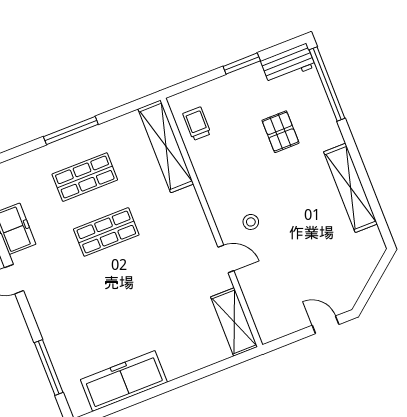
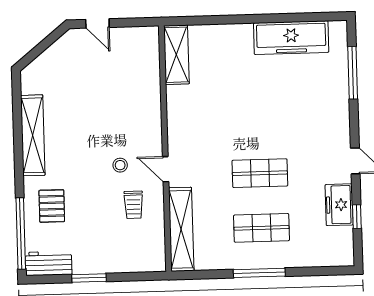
trolley: (197, 124) -> (134, 205), moved
pallet: (281, 132) -> (52, 206), moved
stool: (251, 222) -> (120, 165), moved
door: (226, 259) -> (166, 169), moved

